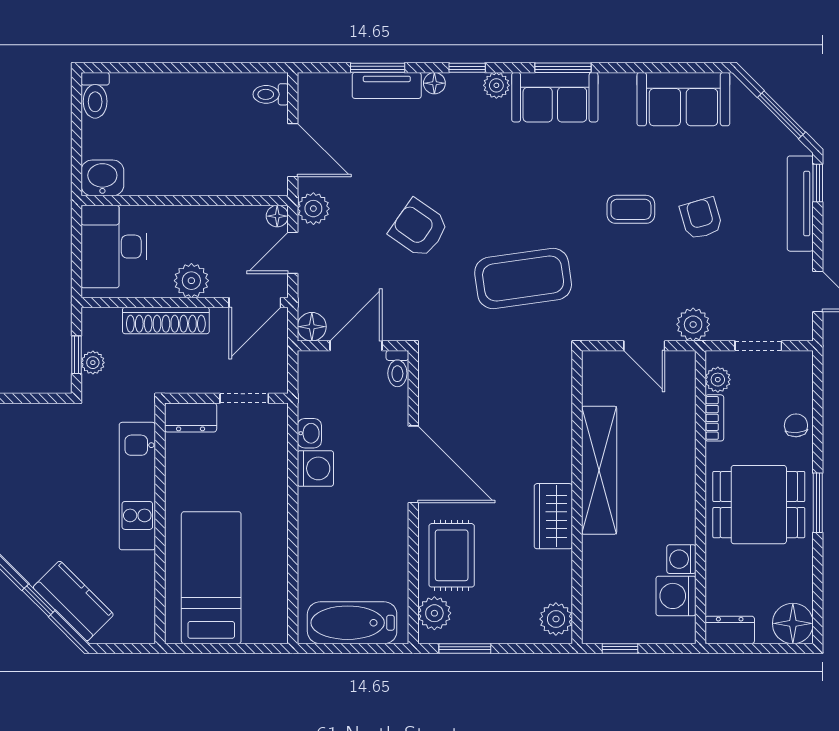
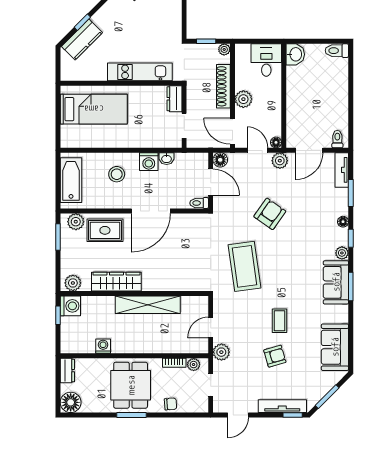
tv unit: (387, 85) -> (342, 170), moved
desk: (114, 247) -> (266, 60), width x0.73
plant: (93, 363) -> (224, 49), moved
wardrobe: (553, 516) -> (116, 282), width x1.50
stool: (340, 532) -> (117, 174), added
washing machine: (676, 596) -> (70, 306), moved, turned 90

